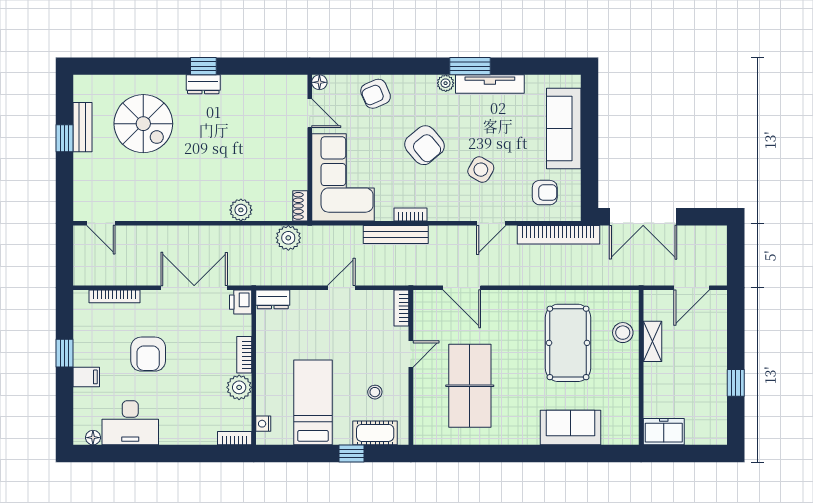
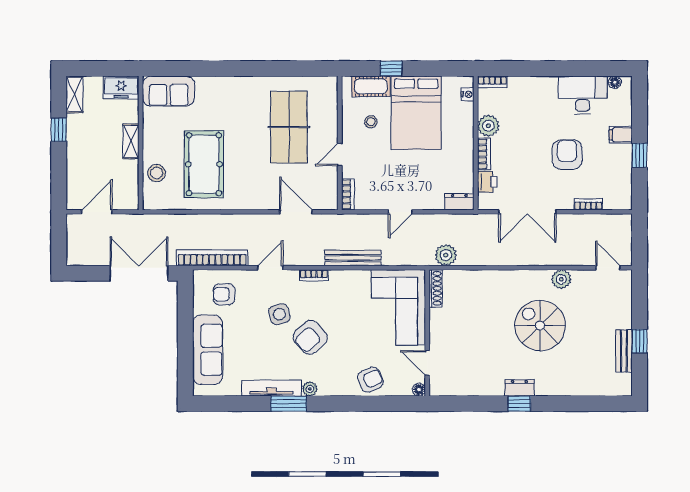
spiral stairs: (143, 124) -> (540, 326), moved
armchair: (424, 145) -> (310, 337), moved, turned -92
side table: (481, 170) -> (279, 314), turned 45
shoe rack: (300, 206) -> (436, 288), width x1.43
plant: (241, 210) -> (561, 279), moved
bookcase: (411, 214) -> (314, 275), moved
bookcase: (115, 296) -> (588, 204), width x0.64
printer: (241, 302) -> (487, 182), moved
shelving: (652, 341) -> (131, 141), moved
bed: (313, 402) -> (416, 113), width x1.50
shelving: (718, 424) -> (74, 94), added
sofa: (571, 427) -> (169, 91), moved

